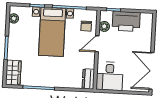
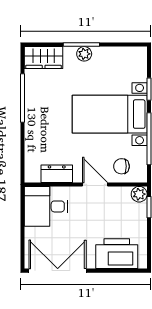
plant: (14, 18) -> (84, 54), moved
printer: (126, 21) -> (117, 254), moved, turned 90
plant: (104, 26) -> (139, 194), moved
dresser: (88, 79) -> (57, 174), moved

